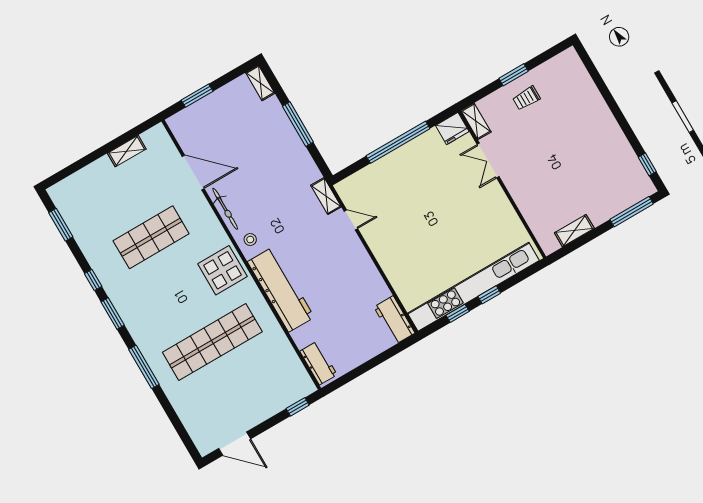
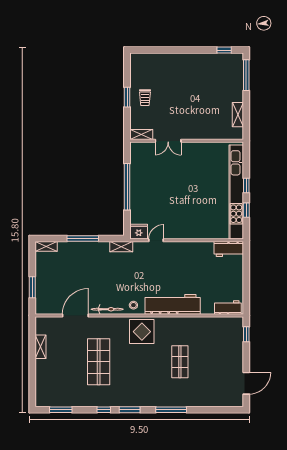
fridge: (452, 129) -> (139, 232), moved, turned -90
shelving: (326, 196) -> (121, 247), moved
shop shelf: (212, 342) -> (180, 362), width x0.50, depth x0.74

